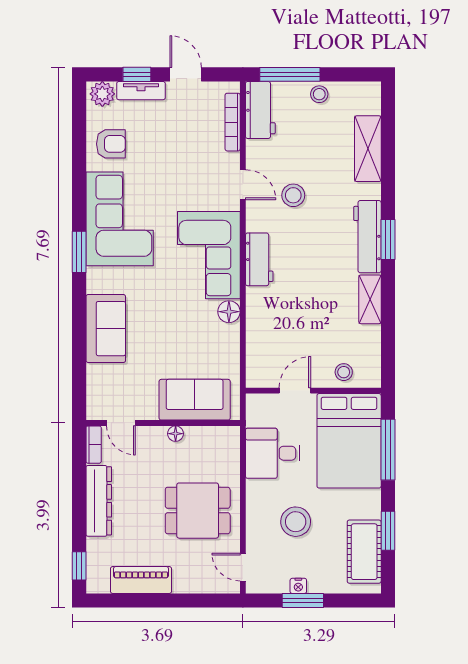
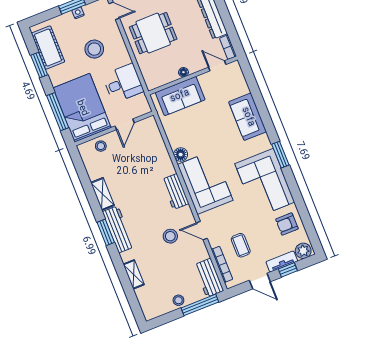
coffee table: (193, 140) -> (241, 245), added
shelving: (368, 149) -> (134, 274), width x0.67, depth x0.75

